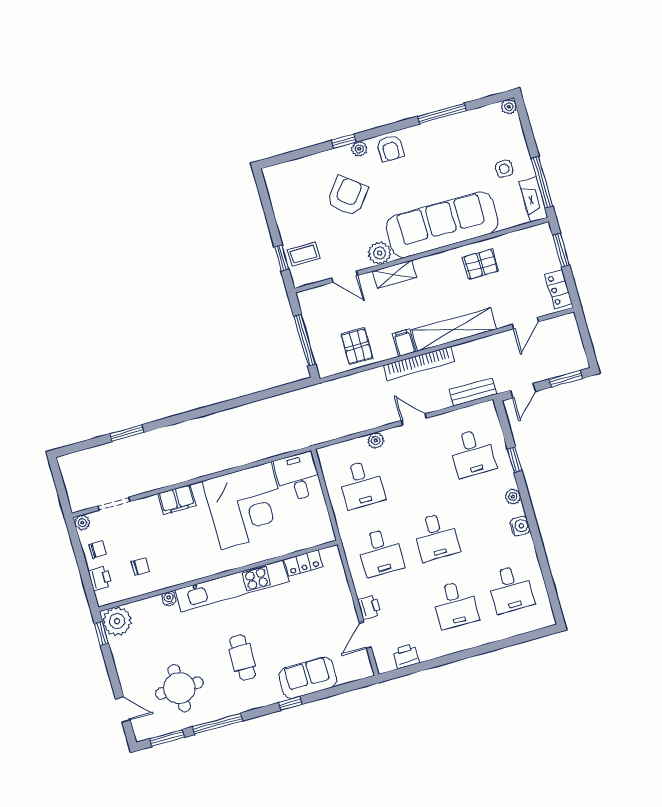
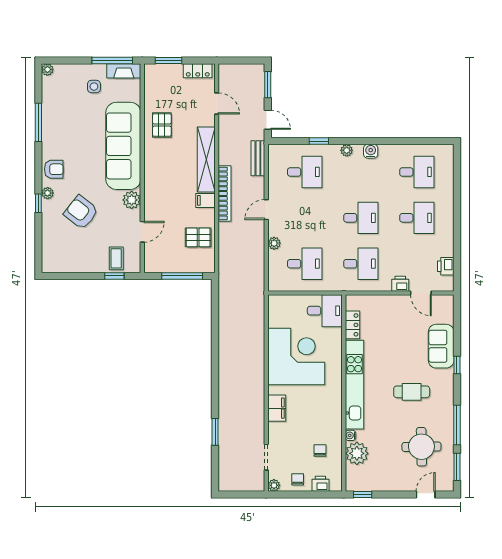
shelving: (394, 274) -> (151, 193), removed
desk: (298, 477) -> (325, 311), moved, turned 180
plant: (117, 621) -> (357, 453), moved

